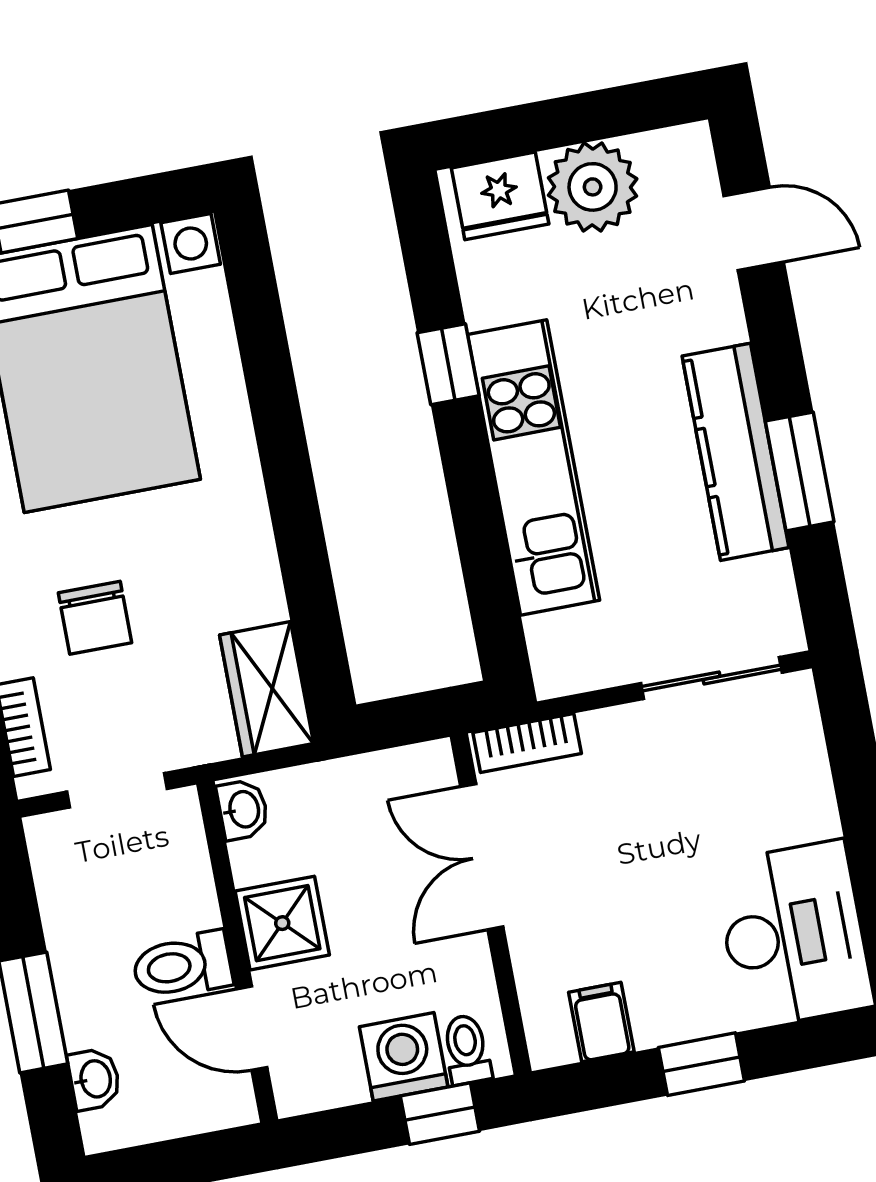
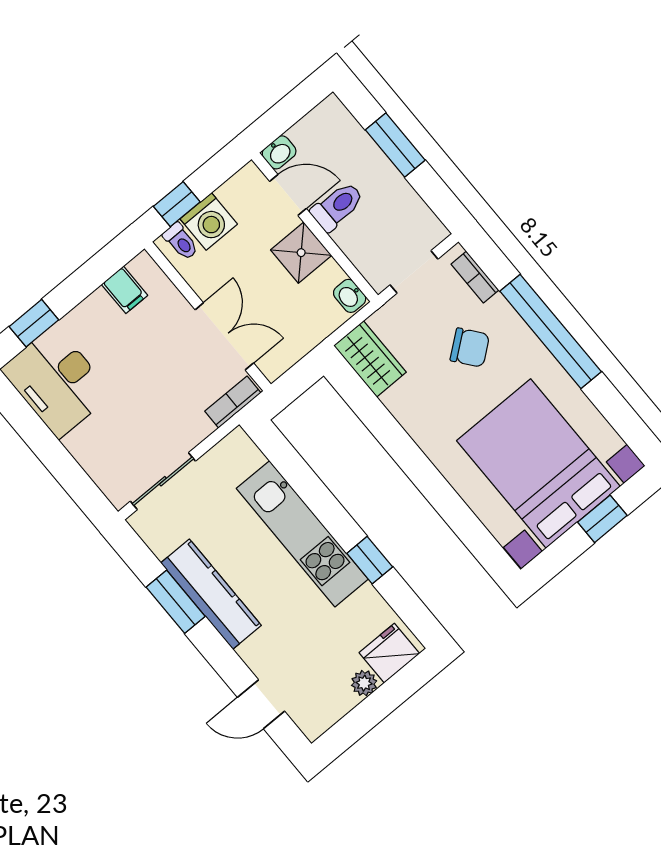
plant: (593, 187) -> (364, 683), width x0.53, depth x0.53
chair: (95, 618) -> (470, 348), turned 142
window: (701, 1064) -> (34, 323), moved
washbasin: (94, 1079) -> (279, 152), moved, turned -90

